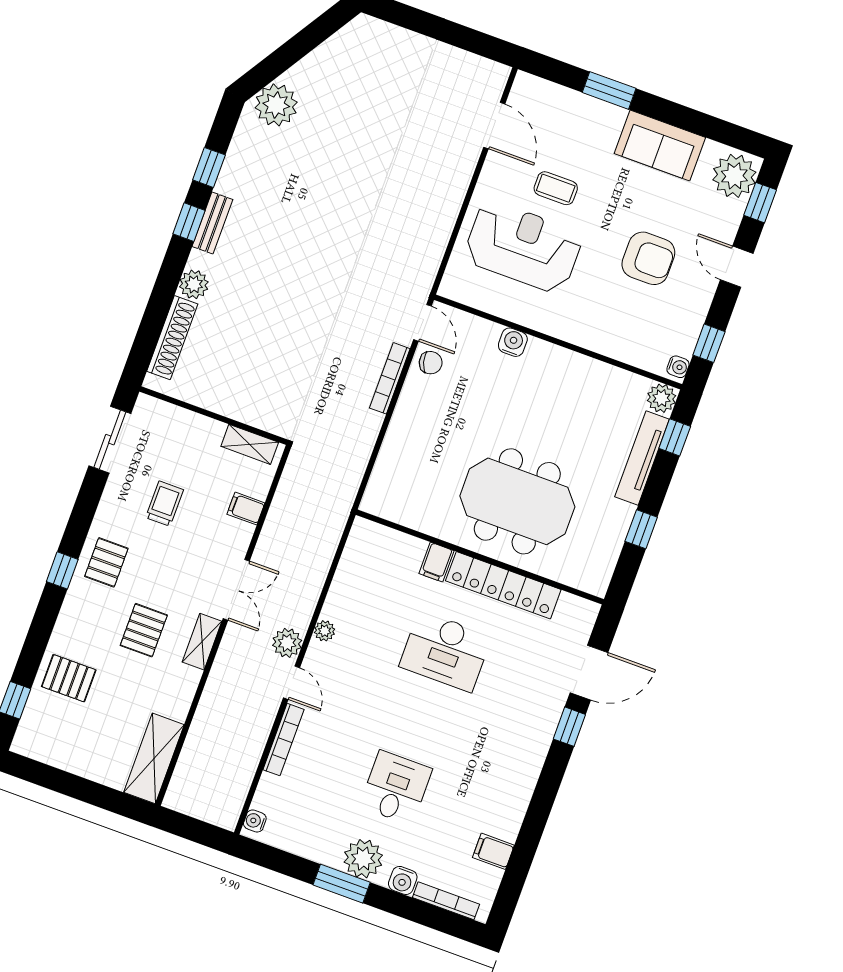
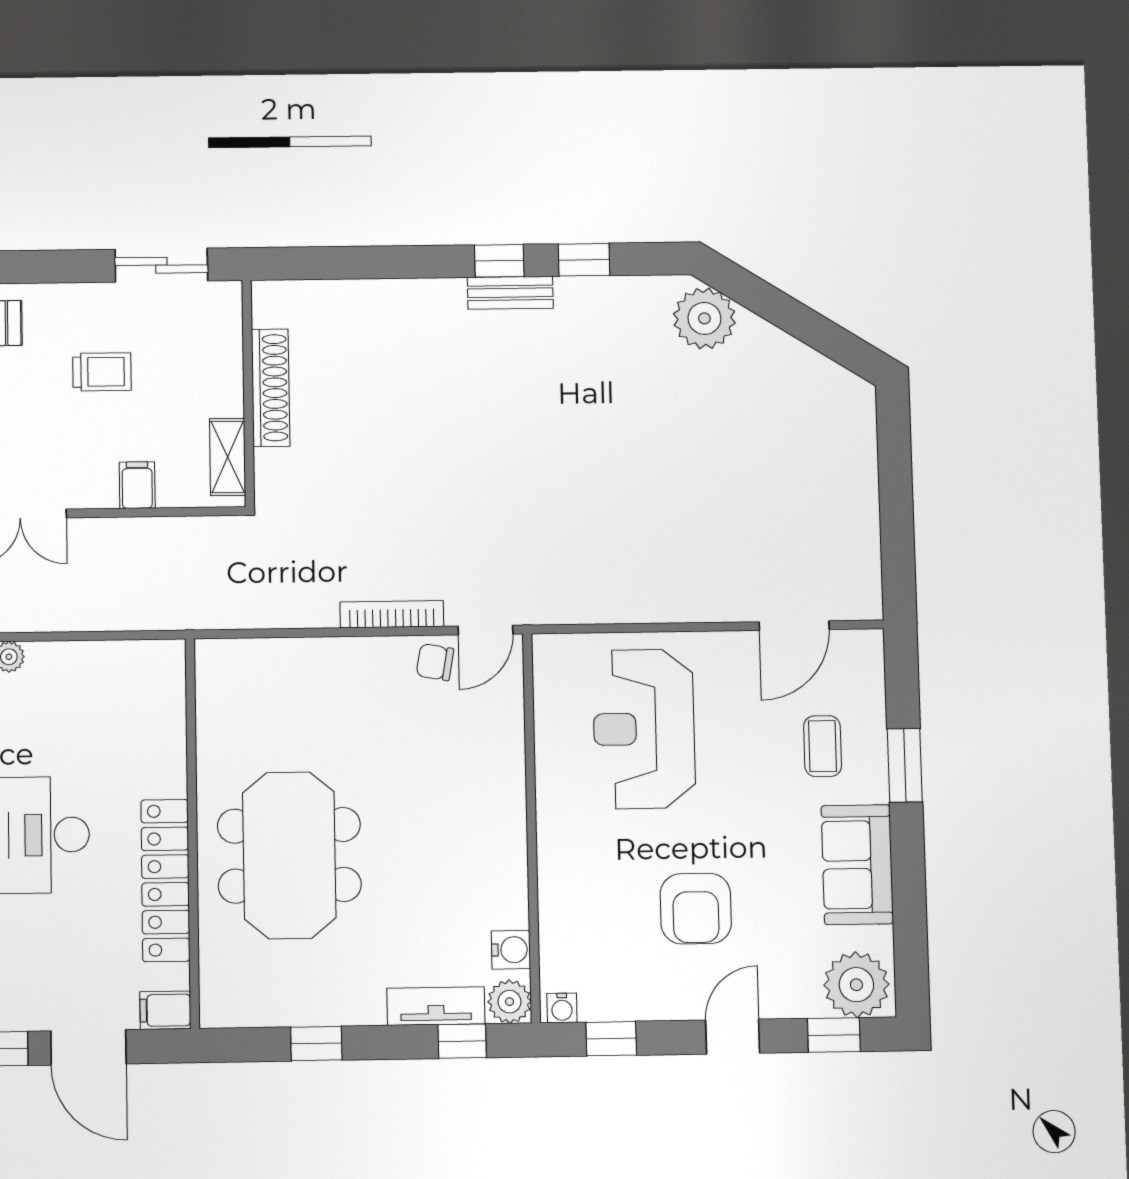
coffee table: (556, 188) -> (823, 746), moved
reception desk: (523, 247) -> (644, 729), turned 180
plant: (194, 284) -> (417, 299), removed
shoe rack: (172, 338) -> (271, 388), moved, turned -90
water cooler: (513, 342) -> (511, 950), moved
chair: (431, 363) -> (435, 662), turned 115
tv unit: (642, 458) -> (436, 1006), width x0.71
filing cabinet: (437, 562) -> (165, 1010), moved

